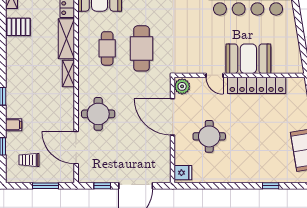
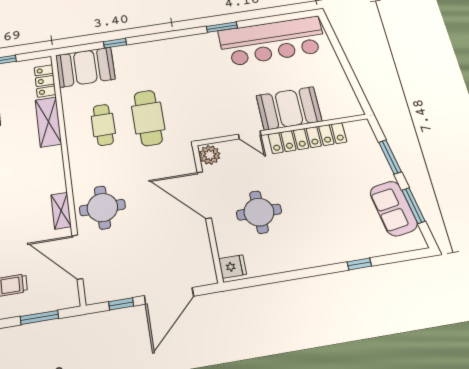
shelving: (68, 74) -> (61, 211), moved

